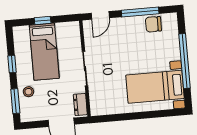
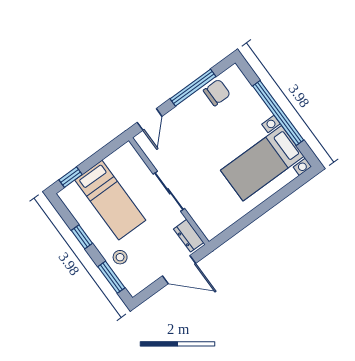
window: (43, 20) -> (71, 177), moved
chair: (153, 24) -> (217, 92), turned 180

